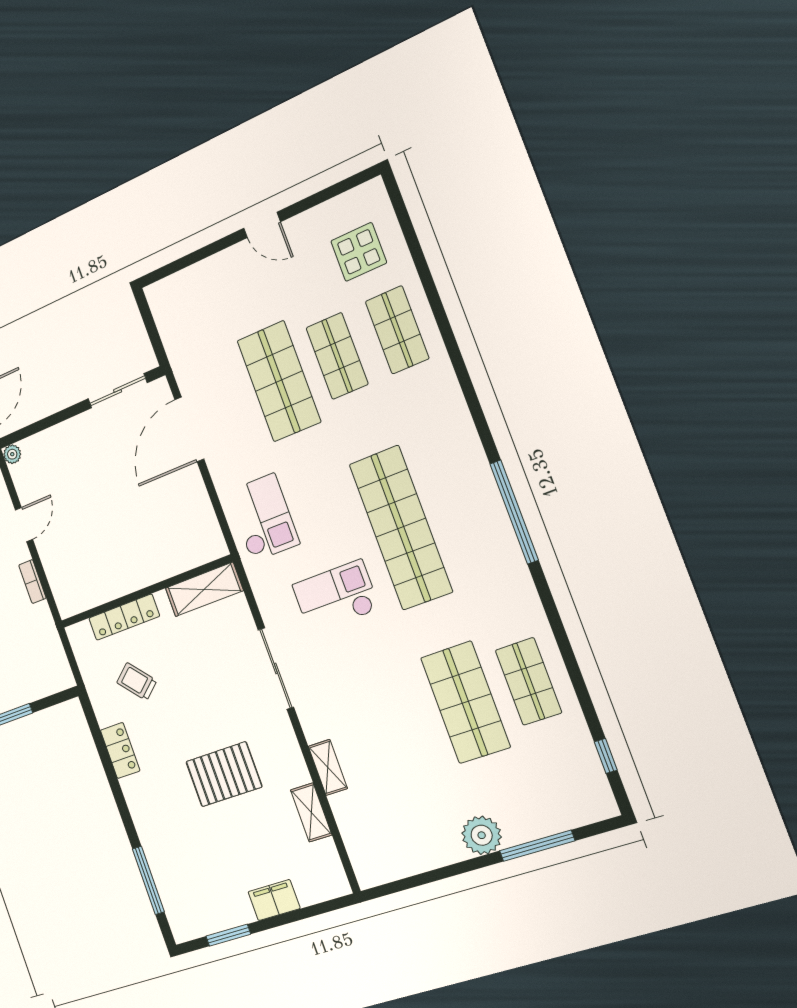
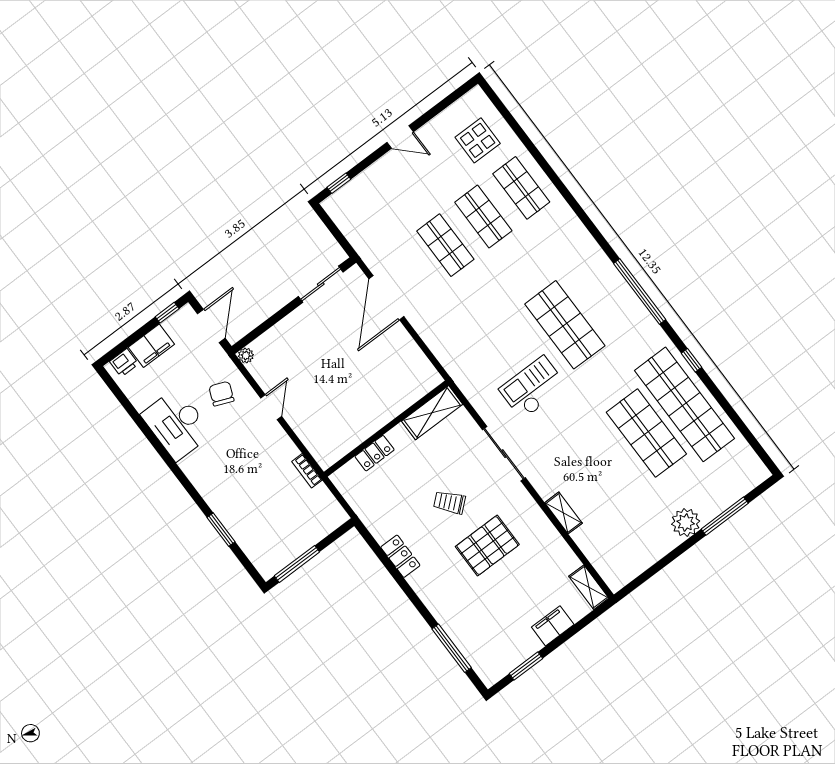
window: (172, 268) -> (339, 183), added
shop shelf: (279, 381) -> (445, 245), width x0.70, depth x0.74
checkout: (263, 518) -> (462, 347), removed
shop shelf: (401, 528) -> (565, 325), width x0.71
bookcase: (32, 582) -> (307, 471), moved
locker: (124, 617) -> (375, 453), width x0.66
shop shelf: (528, 681) -> (684, 404), width x2.00, depth x1.36
trolley: (137, 682) -> (449, 502), moved
window: (606, 756) -> (691, 360), moved
shelving: (311, 812) -> (589, 587), moved

